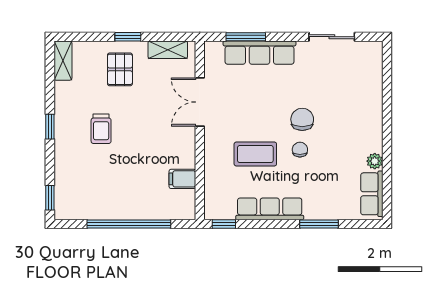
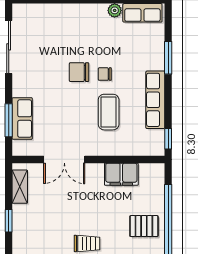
sliding door: (332, 37) -> (9, 47), width x1.37
row of seats: (259, 53) -> (22, 119), width x0.68
pallet: (120, 69) -> (144, 226), moved
filing cabinet: (182, 179) -> (121, 174), width x2.00

